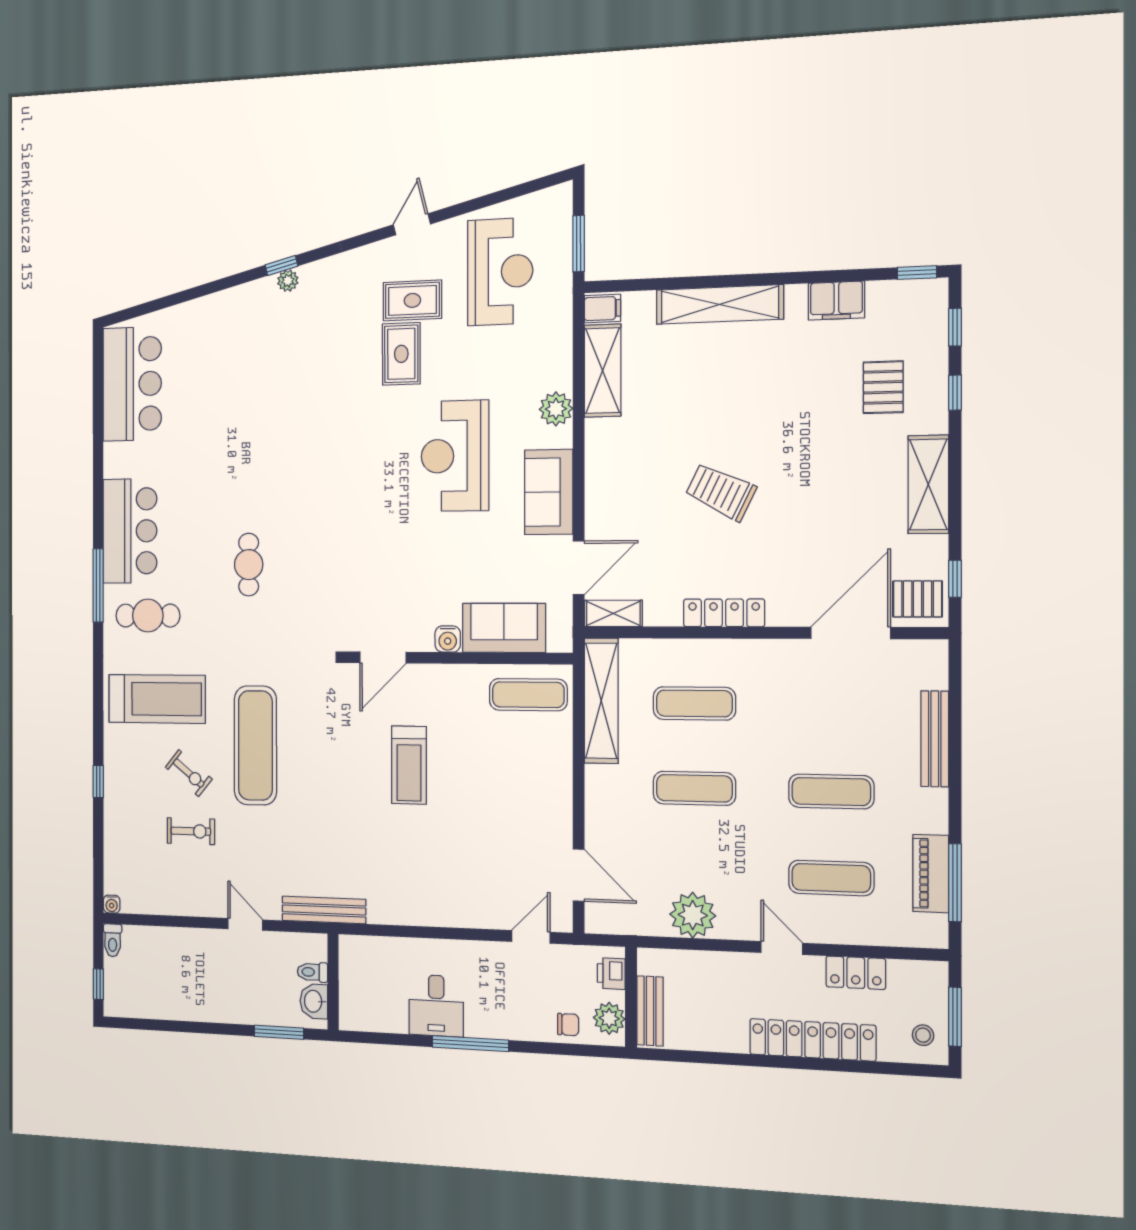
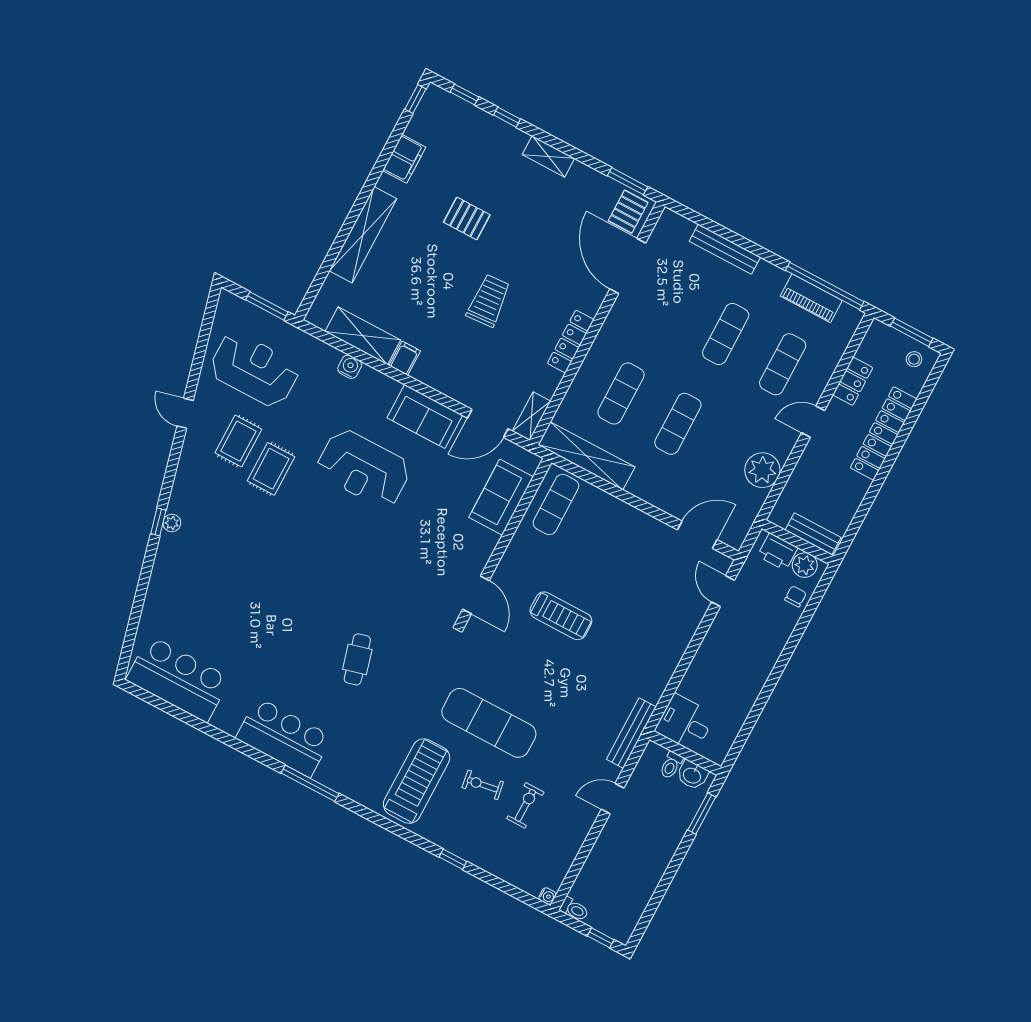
filing cabinet: (602, 309) -> (405, 358), moved
rug: (401, 354) -> (271, 469), turned 90
pallet: (883, 387) -> (467, 219), moved
plant: (556, 409) -> (371, 381), removed
shelving: (928, 484) -> (548, 156), width x0.67, depth x0.75
trolley: (721, 492) -> (489, 301), turned 150
cafe table: (249, 565) -> (357, 659), turned 75
door: (579, 568) -> (488, 423), swing flipped
window: (955, 579) -> (628, 181), width x1.50
cafe table: (148, 616) -> (353, 756), removed
water cooler: (448, 639) -> (350, 367), moved, turned -90
exercise bike: (189, 773) -> (483, 785), turned -138
window: (955, 883) -> (825, 286), width x1.46
printer: (611, 973) -> (778, 552), width x1.36, depth x1.24
desk: (436, 1006) -> (685, 723), moved, turned 180
window: (470, 1044) -> (776, 674), removed

